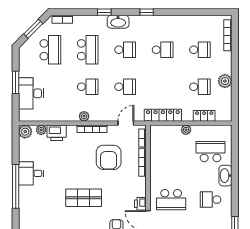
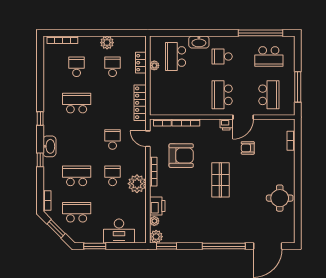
school desk: (125, 50) -> (77, 139), removed
school desk: (163, 50) -> (77, 103), width x1.85
window: (16, 82) -> (95, 246), moved
plant: (84, 116) -> (137, 184), width x1.87, depth x1.87
plant: (186, 130) -> (154, 65), moved
window: (16, 142) -> (167, 246), added
desk: (31, 173) -> (197, 231), removed
window: (16, 186) -> (224, 246), moved
school desk: (171, 200) -> (222, 95), turned 180
school desk: (211, 200) -> (222, 57), turned 90

